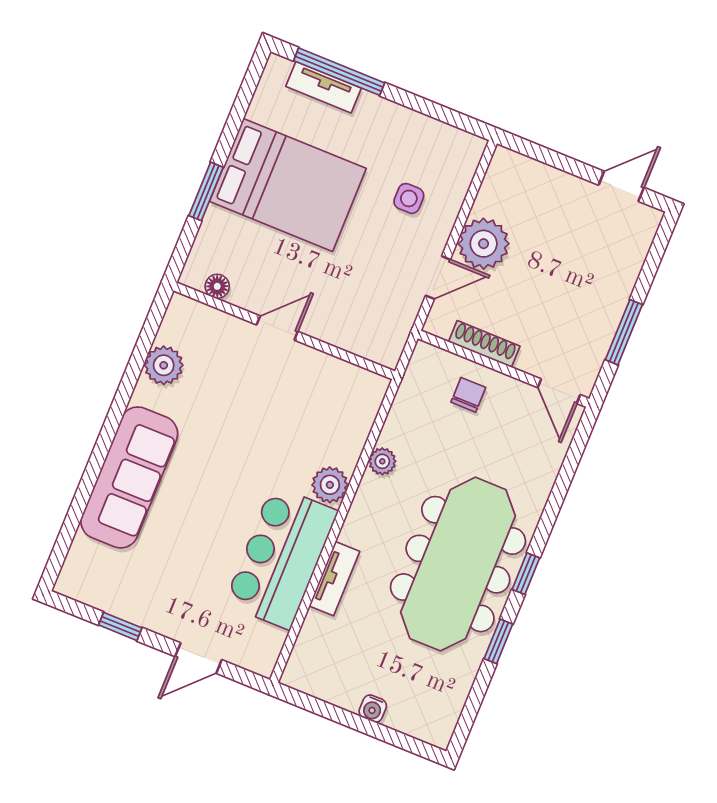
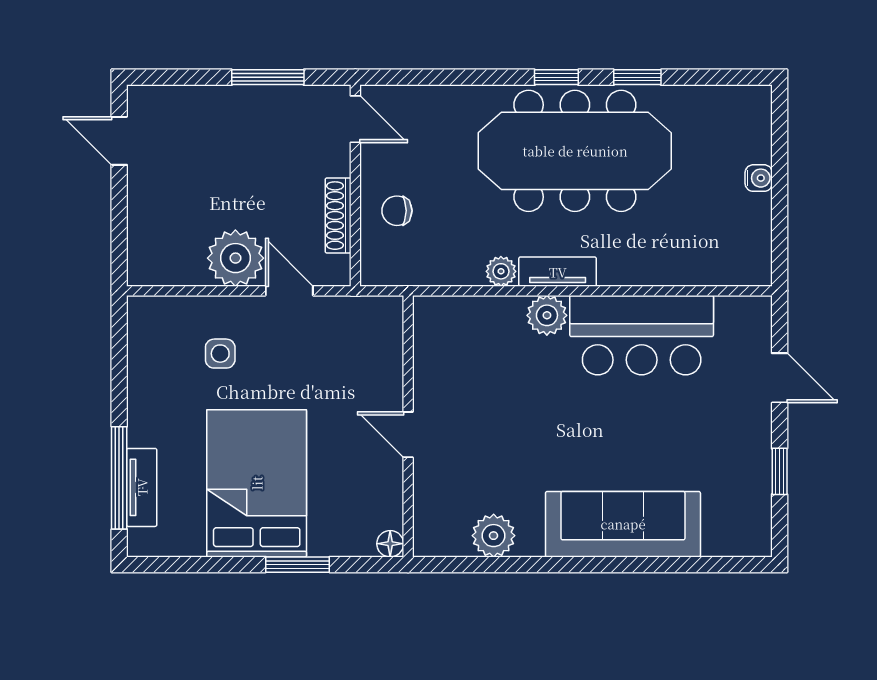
floor lamp: (217, 286) -> (390, 544), moved
door: (559, 391) -> (355, 119), hinge flipped
tv unit: (334, 579) -> (558, 272), moved

